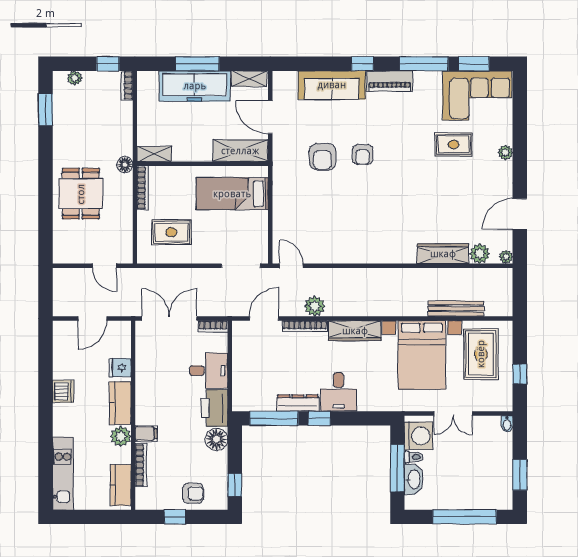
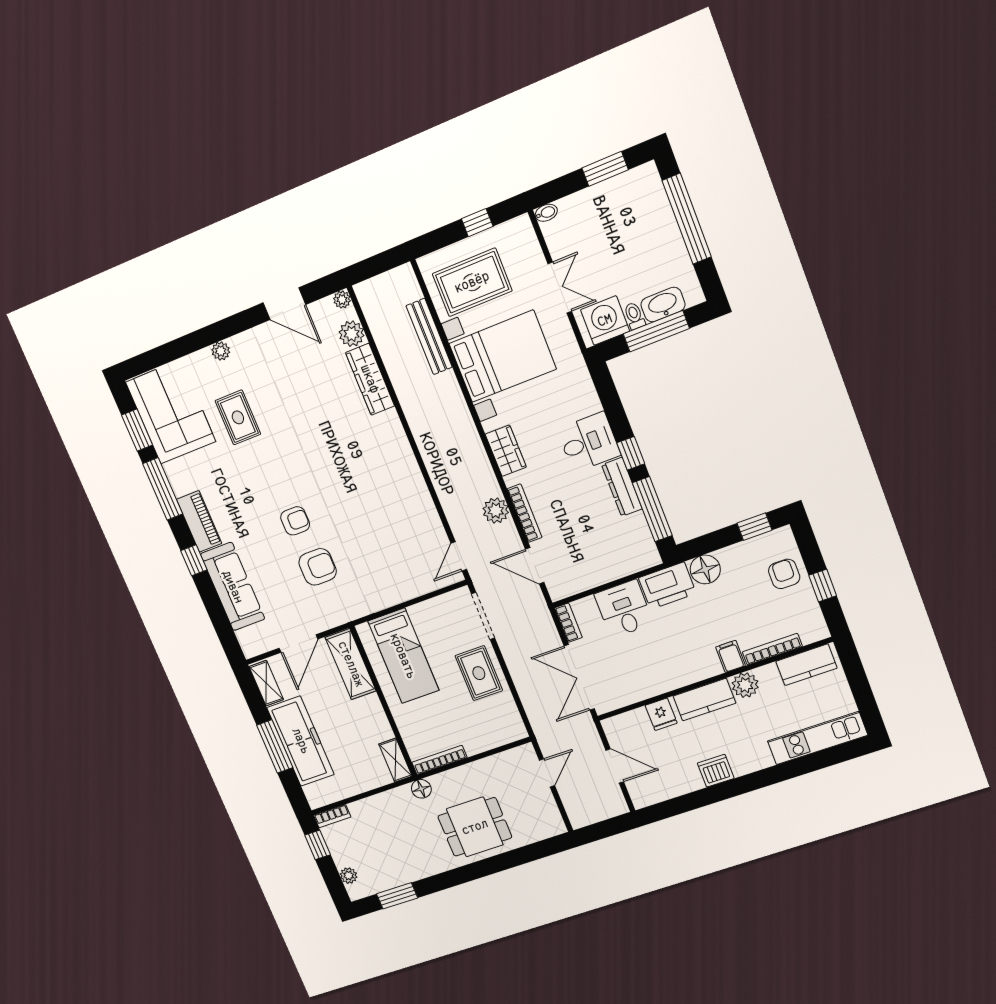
rug: (171, 232) -> (479, 673), moved
wardrobe: (355, 331) -> (506, 451), width x0.67

